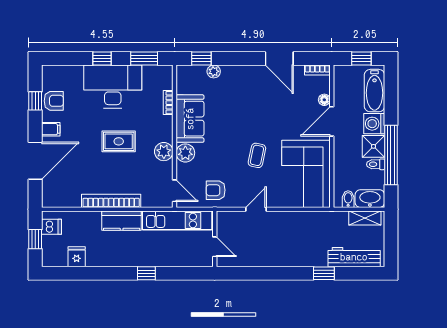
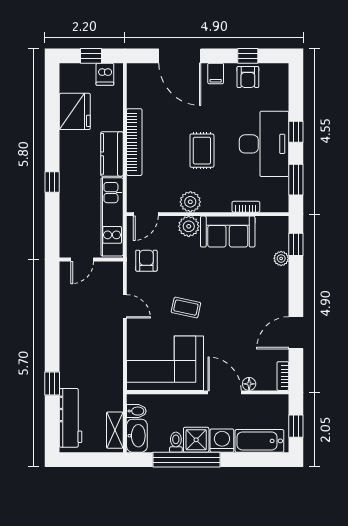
fridge: (77, 257) -> (75, 111), width x1.88, depth x1.34

